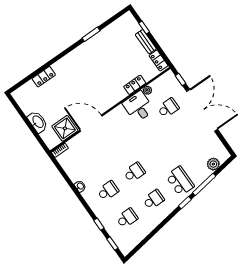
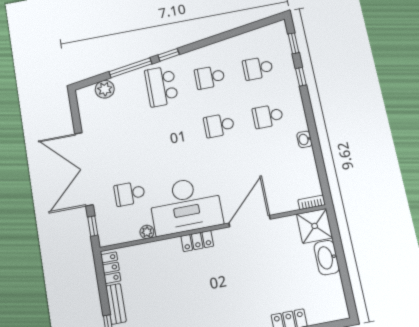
locker: (135, 85) -> (197, 241), moved
desk: (138, 107) -> (186, 205), width x1.87, depth x1.30
door: (91, 123) -> (250, 221), swing flipped
shower: (65, 128) -> (315, 226), moved

